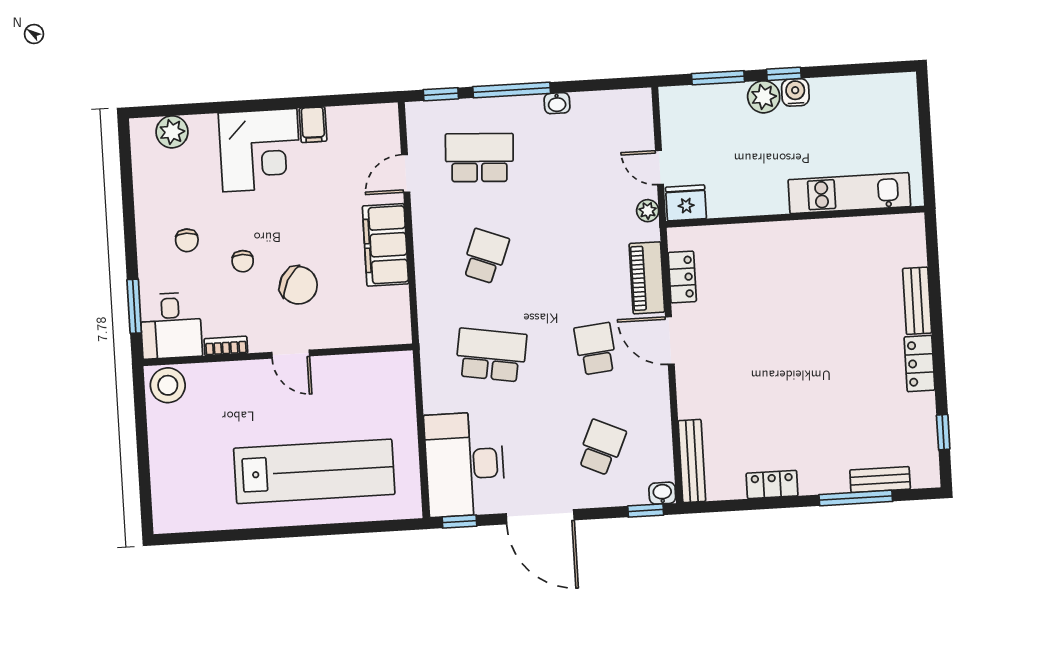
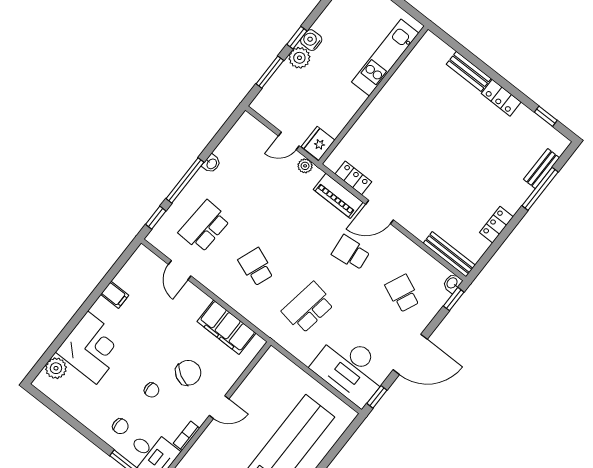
corner desk: (260, 150) -> (92, 348), moved
chair: (187, 240) -> (120, 426), moved
filing cabinet: (385, 245) -> (226, 327), moved

